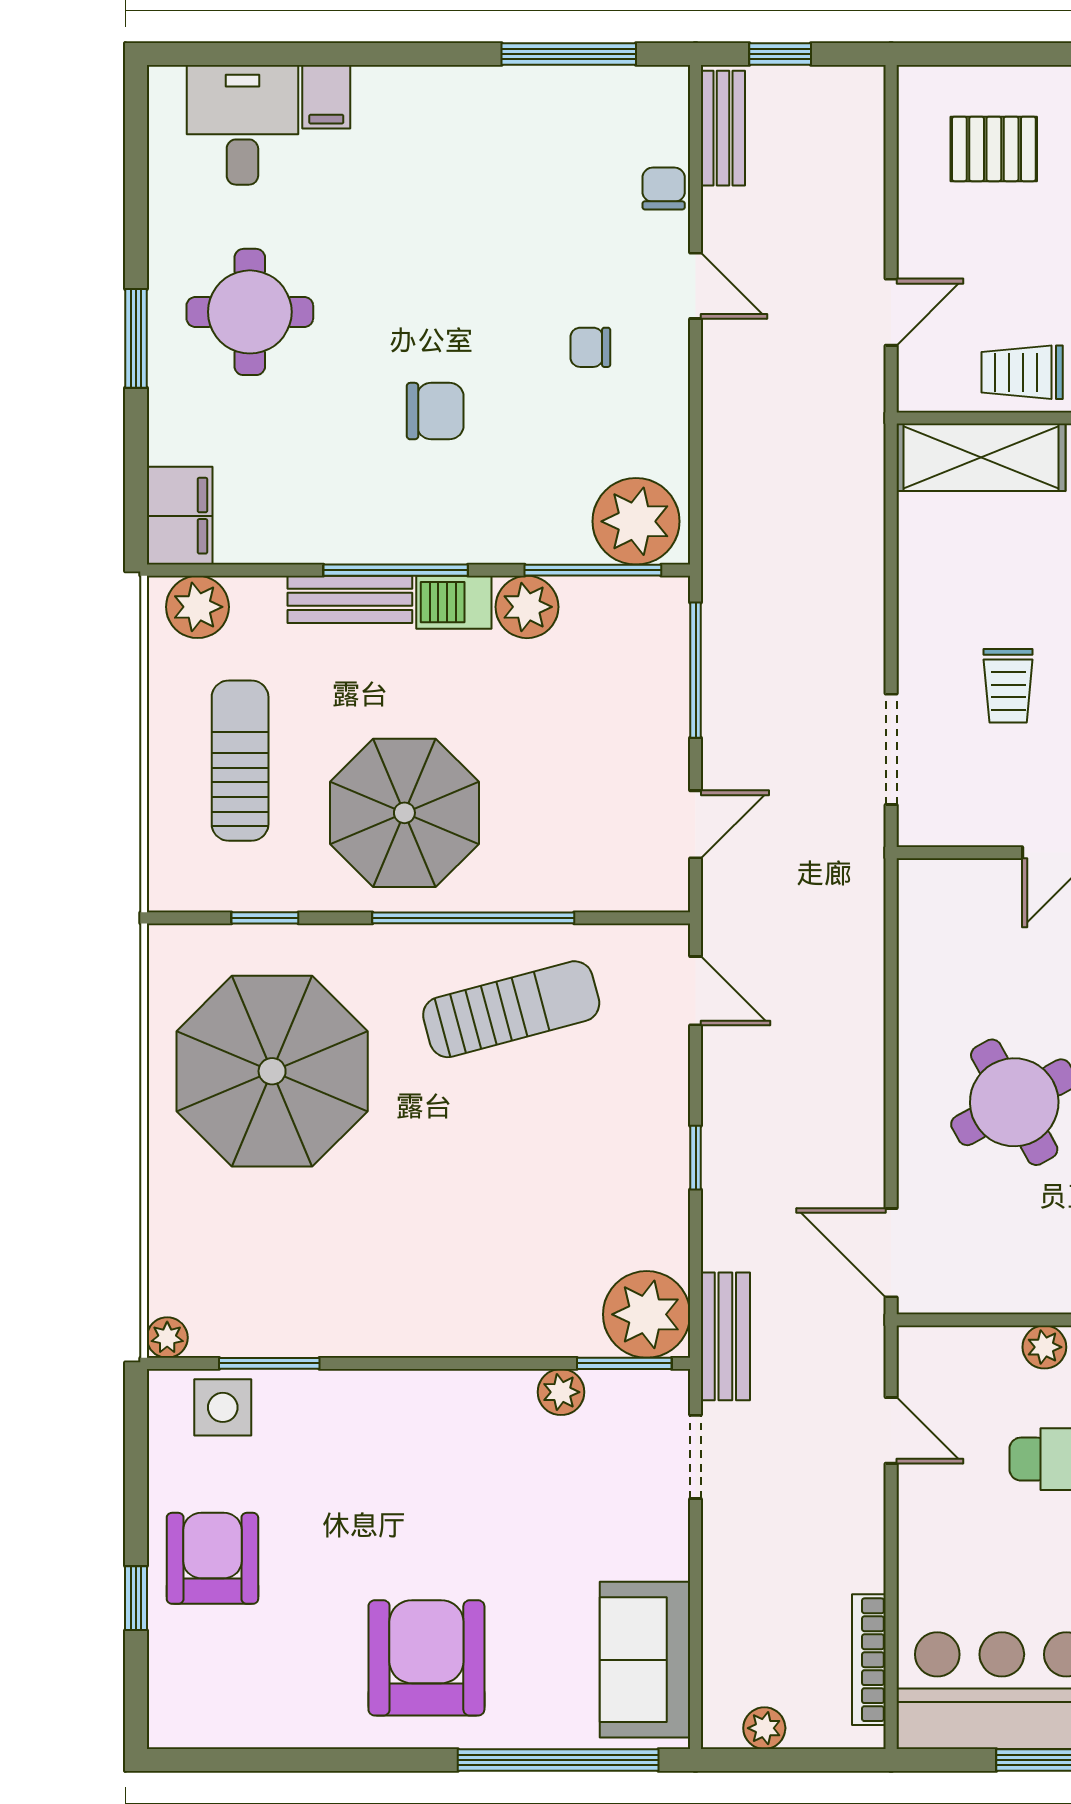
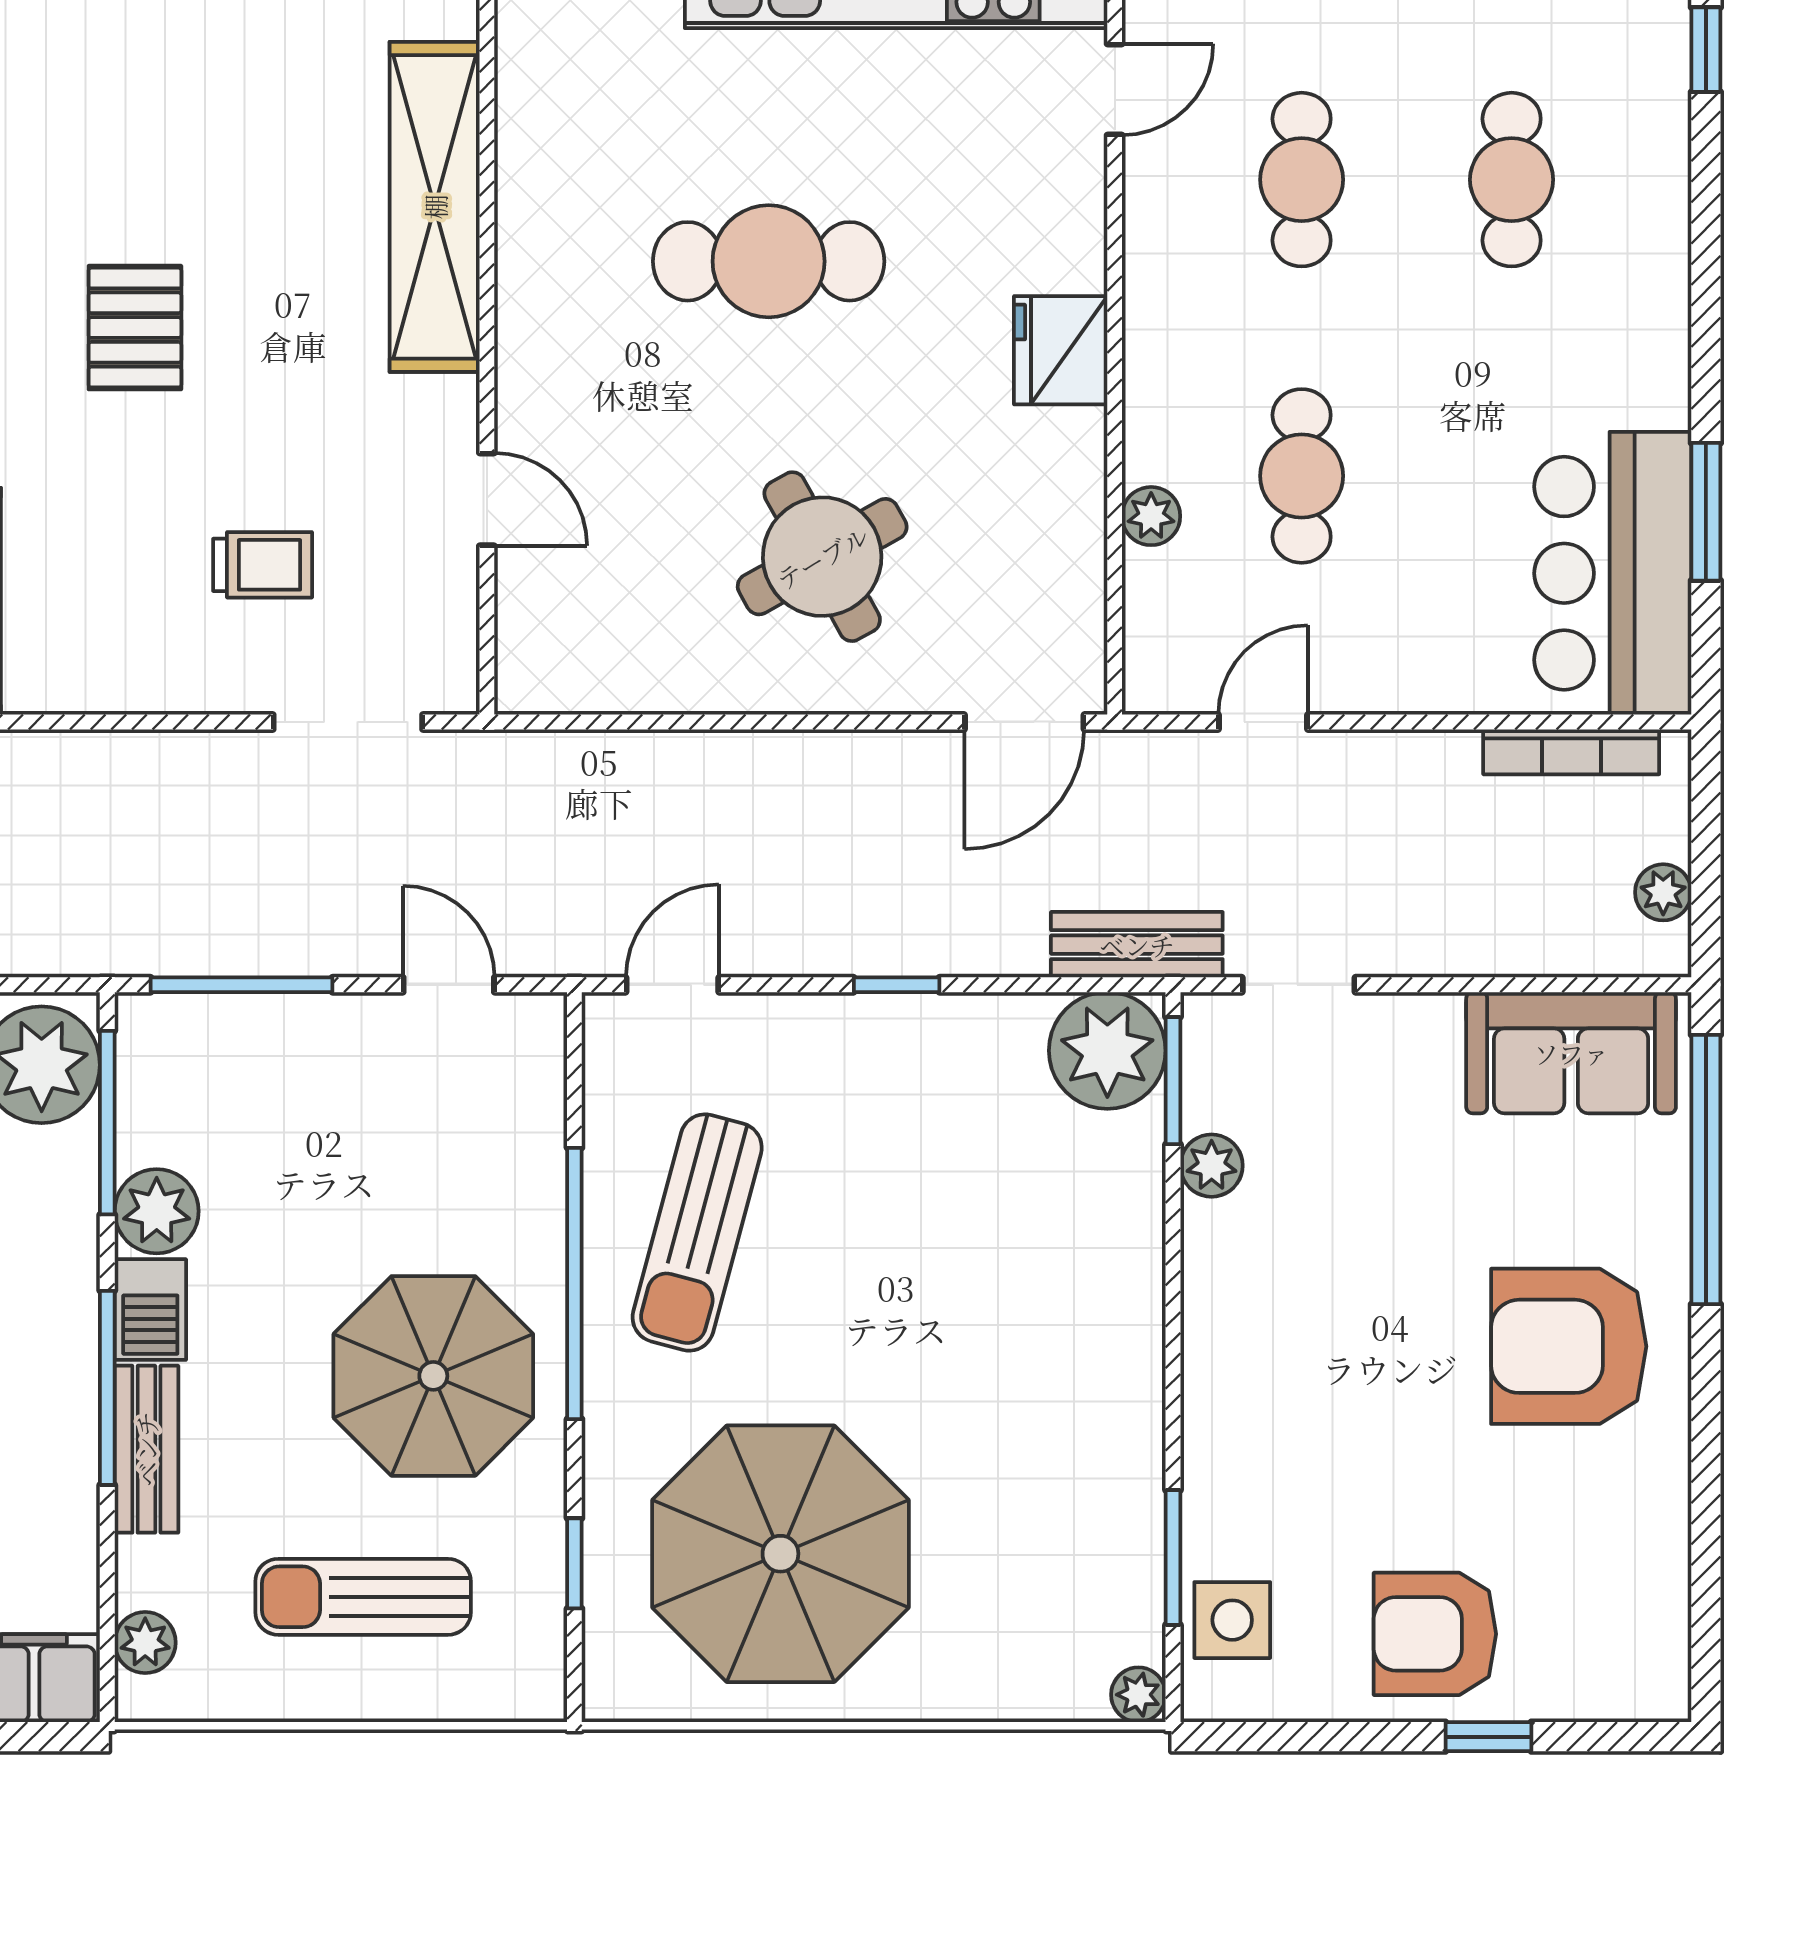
plant: (197, 607) -> (145, 1643), width x0.73, depth x0.73
sun lounger: (511, 1009) -> (697, 1232), turned -150

